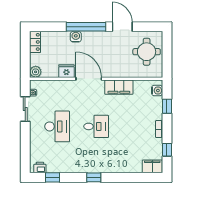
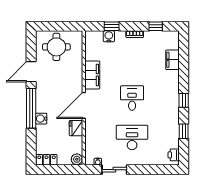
water cooler: (157, 91) -> (109, 36), moved
filing cabinet: (152, 166) -> (172, 60), moved
window: (53, 177) -> (184, 131), moved

